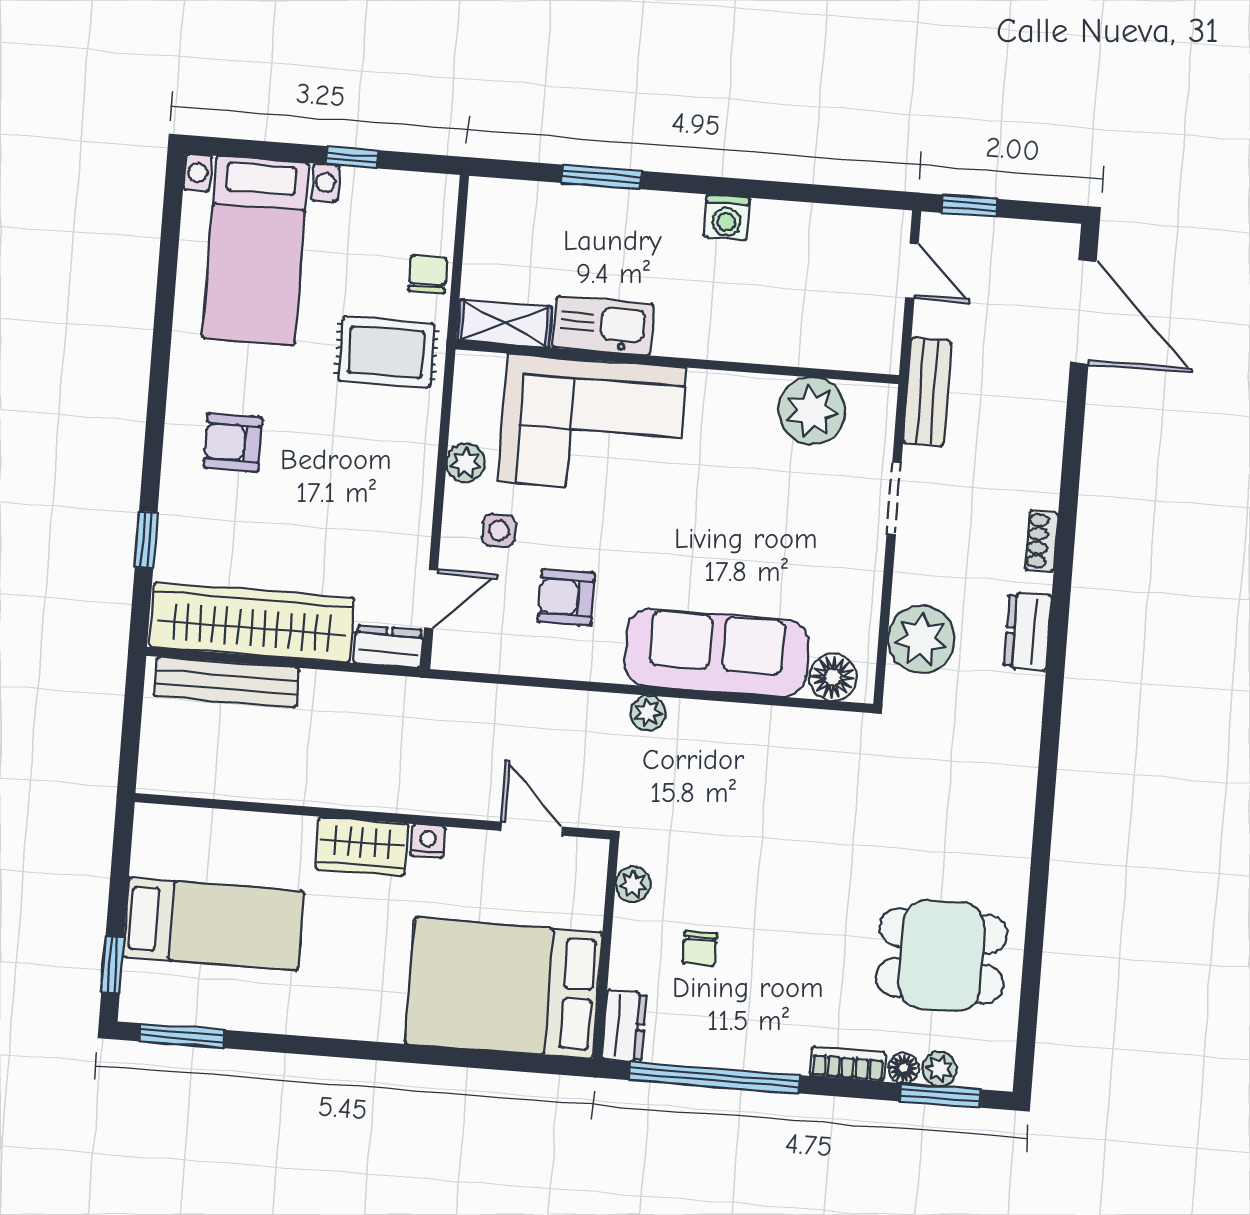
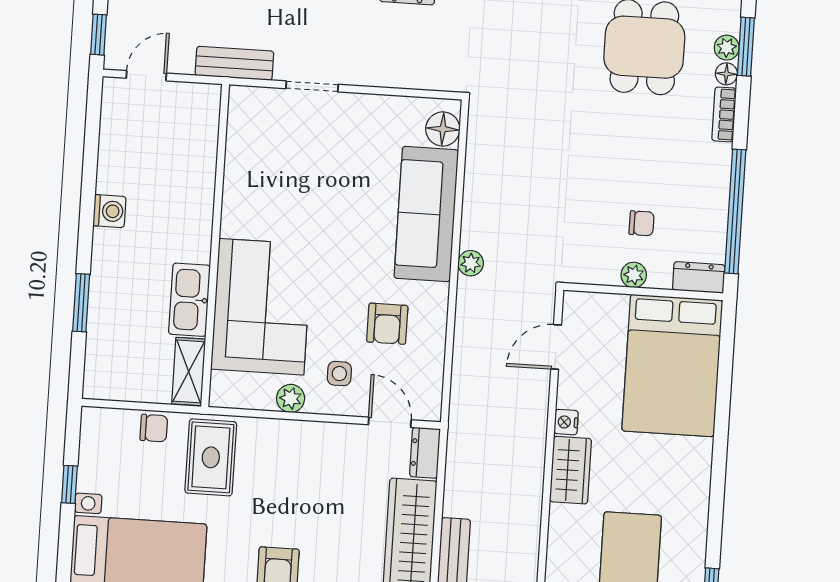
chair: (428, 274) -> (154, 428), turned 180
plant: (812, 411) -> (249, 147), removed
plant: (921, 639) -> (414, 65), removed
plant: (633, 884) -> (634, 275), moved

